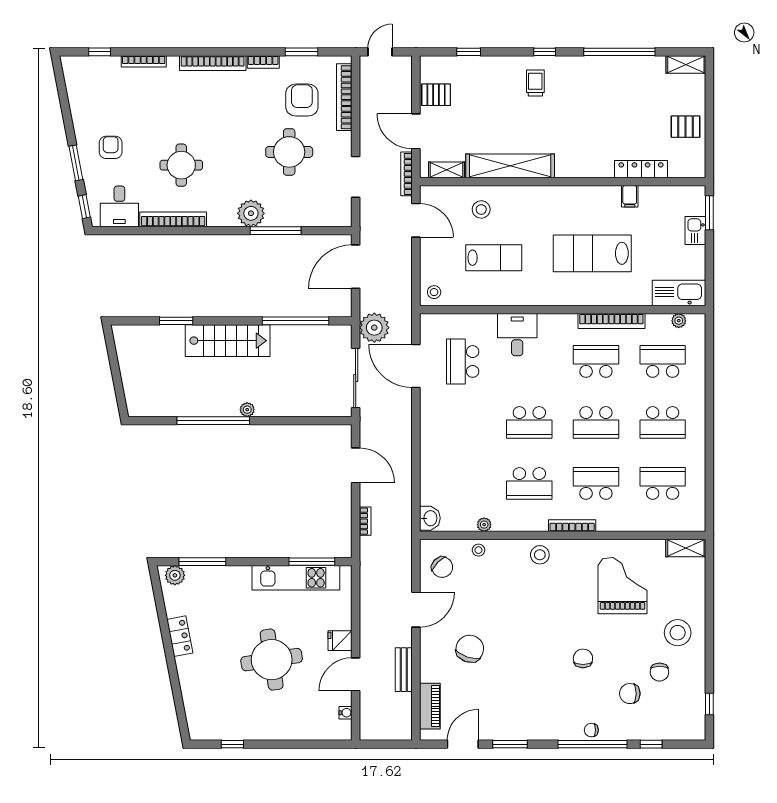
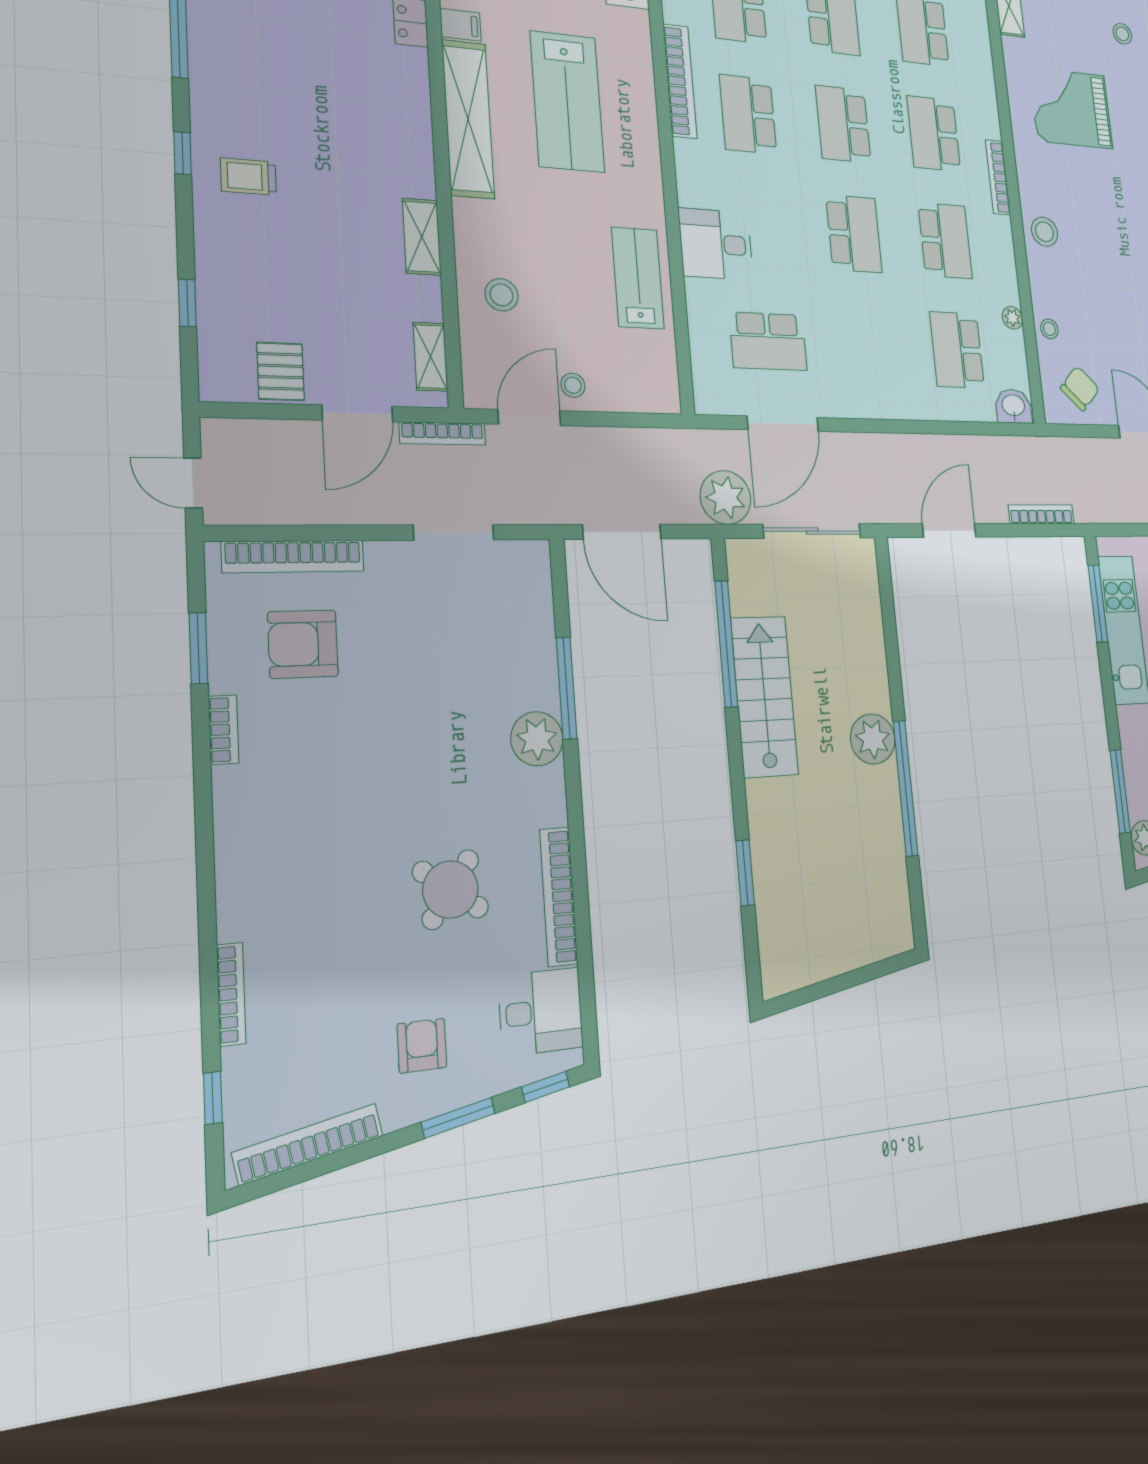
bookcase: (213, 63) -> (308, 1144), moved, turned -101
armchair: (111, 147) -> (422, 1046), turned 90
round table: (289, 152) -> (412, 667), removed
round table: (181, 165) -> (450, 889), turned 36
shelving: (510, 166) -> (422, 237), width x0.45, depth x0.75
shelving: (577, 197) -> (468, 119), added
lab bench: (494, 258) -> (638, 278), moved
stool: (434, 292) -> (573, 385), moved
stairs: (228, 341) -> (765, 696), moved
plant: (247, 410) -> (873, 739), width x1.88, depth x1.88
school desk: (596, 422) -> (843, 124), turned 180
school desk: (463, 483) -> (957, 350), added
bookcase: (365, 521) -> (1041, 514), width x1.56
stool: (678, 633) -> (1122, 34), width x0.53, depth x0.53

